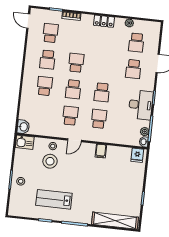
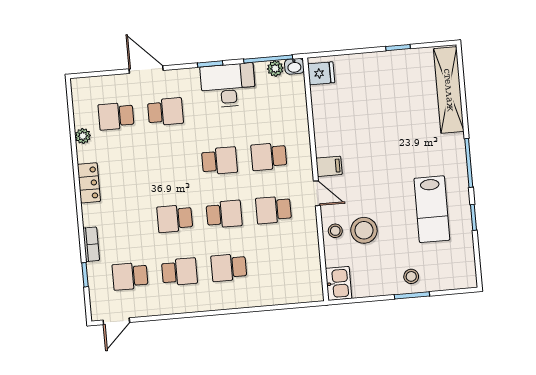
school desk: (136, 43) -> (116, 116), turned 180
washbasin: (23, 127) -> (311, 292), removed
filing cabinet: (101, 151) -> (329, 166), moved

